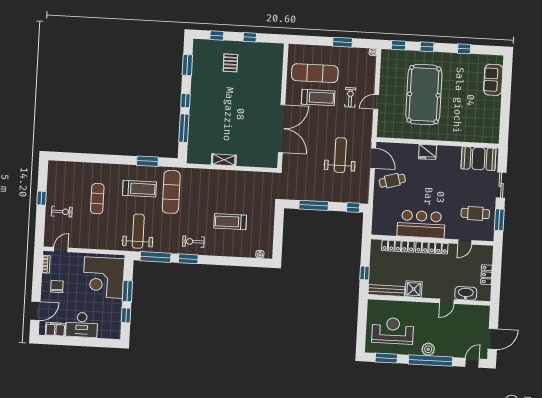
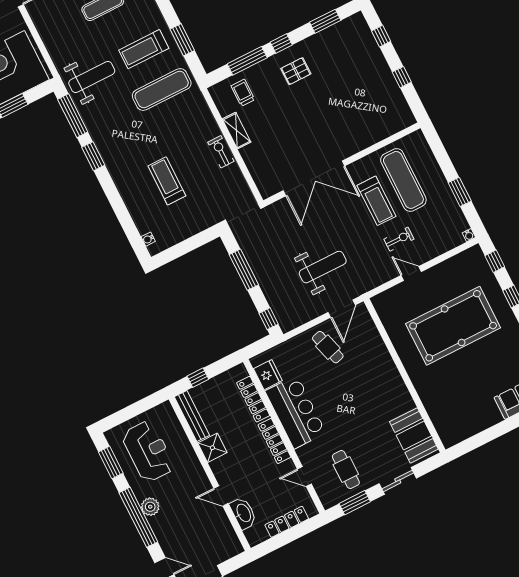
pallet: (230, 63) -> (296, 71), moved
trolley: (202, 142) -> (243, 93), added
fridge: (428, 152) -> (268, 375), moved, turned 180
treadmill: (139, 189) -> (144, 49), turned 90
exercise bike: (193, 242) -> (221, 152), moved
locker: (486, 275) -> (287, 522), width x1.53

